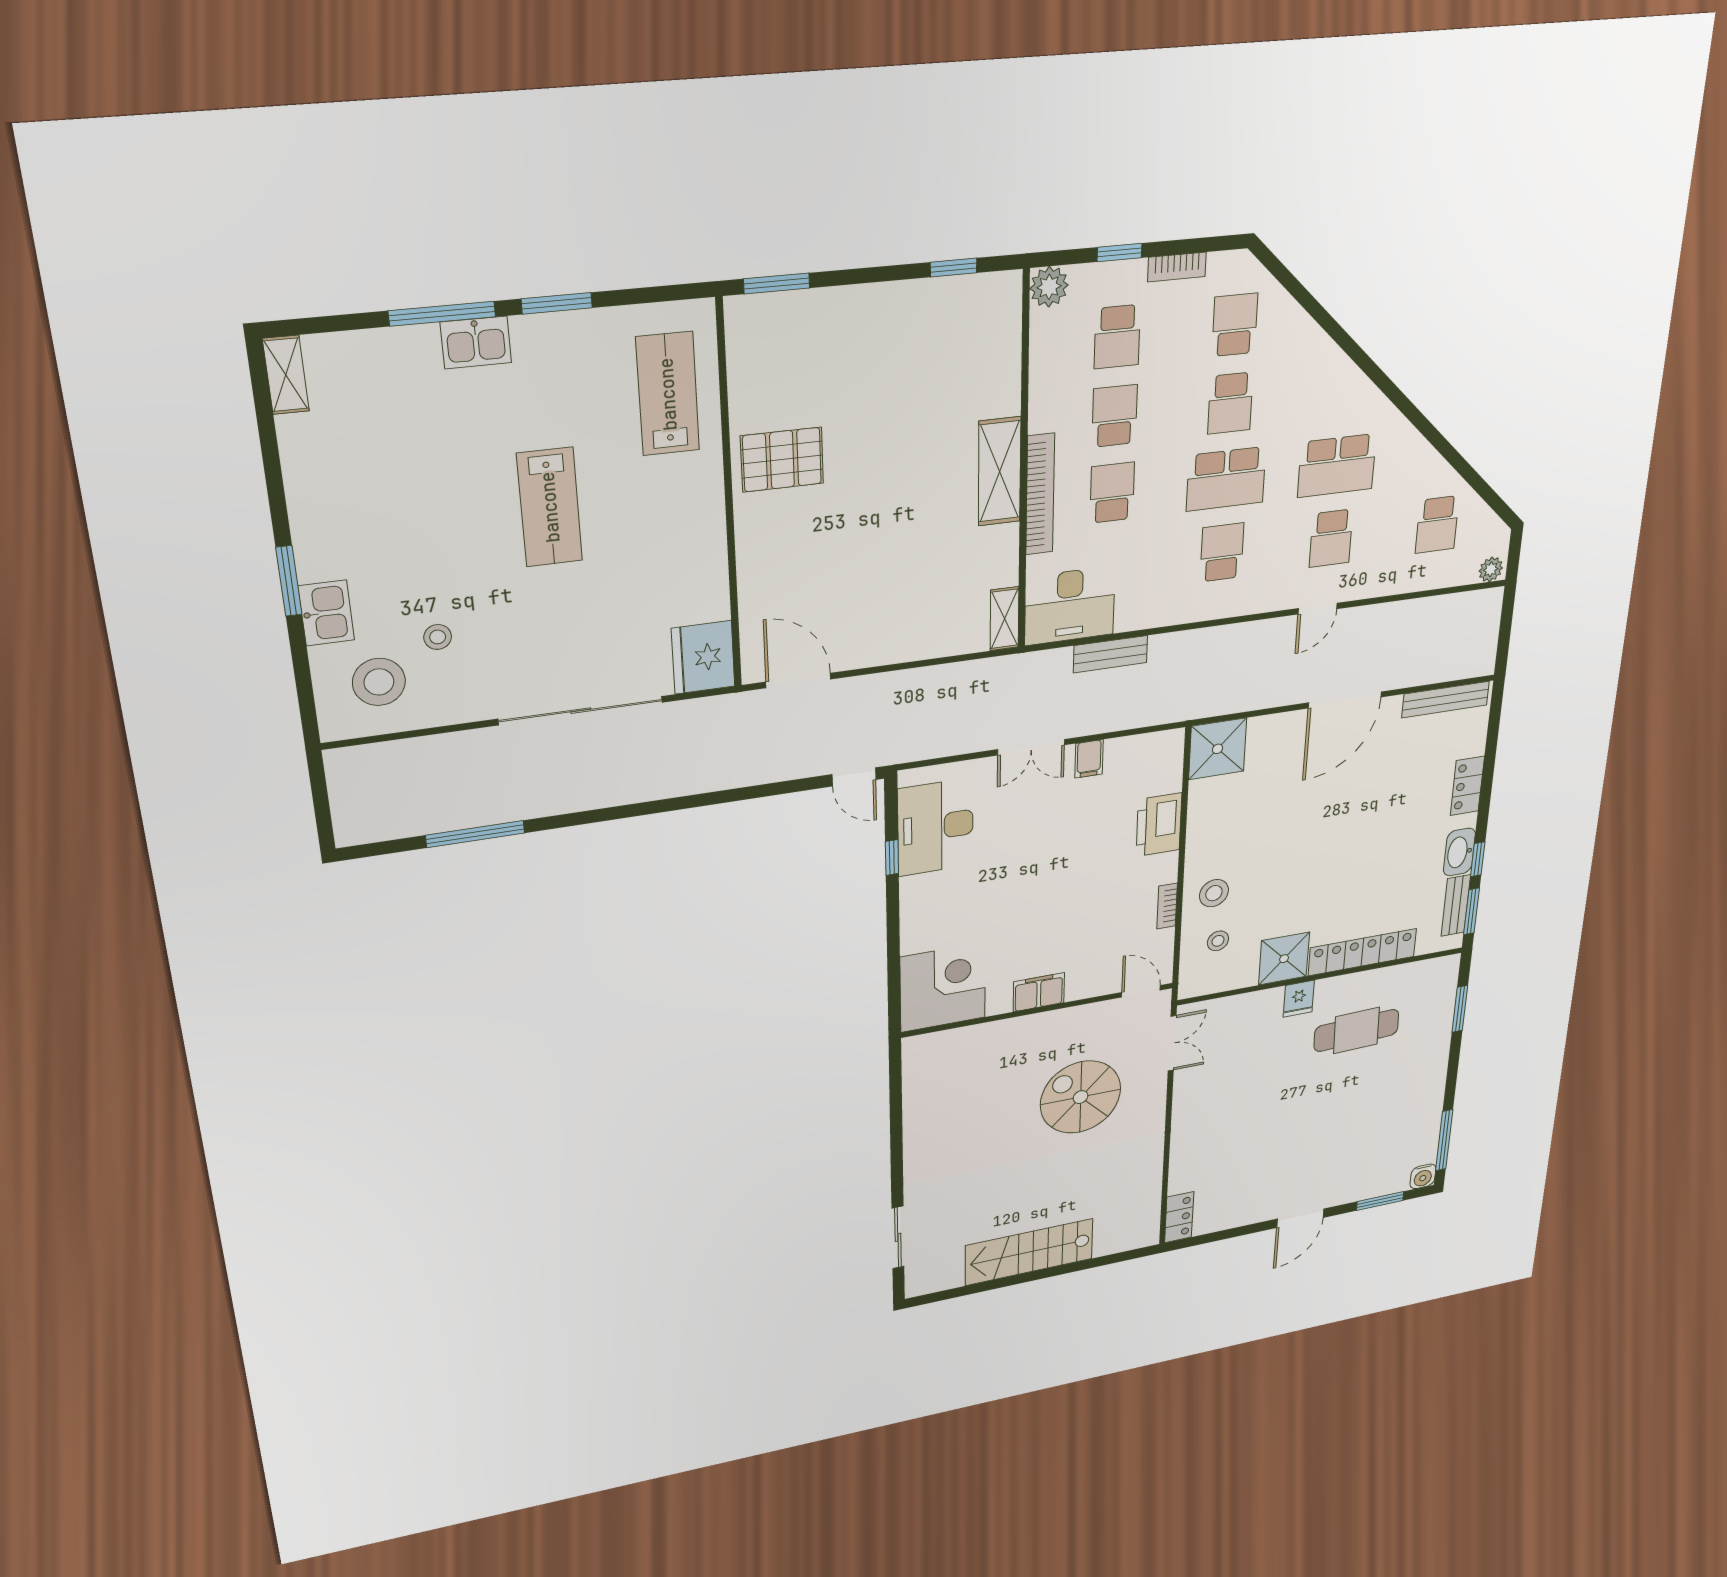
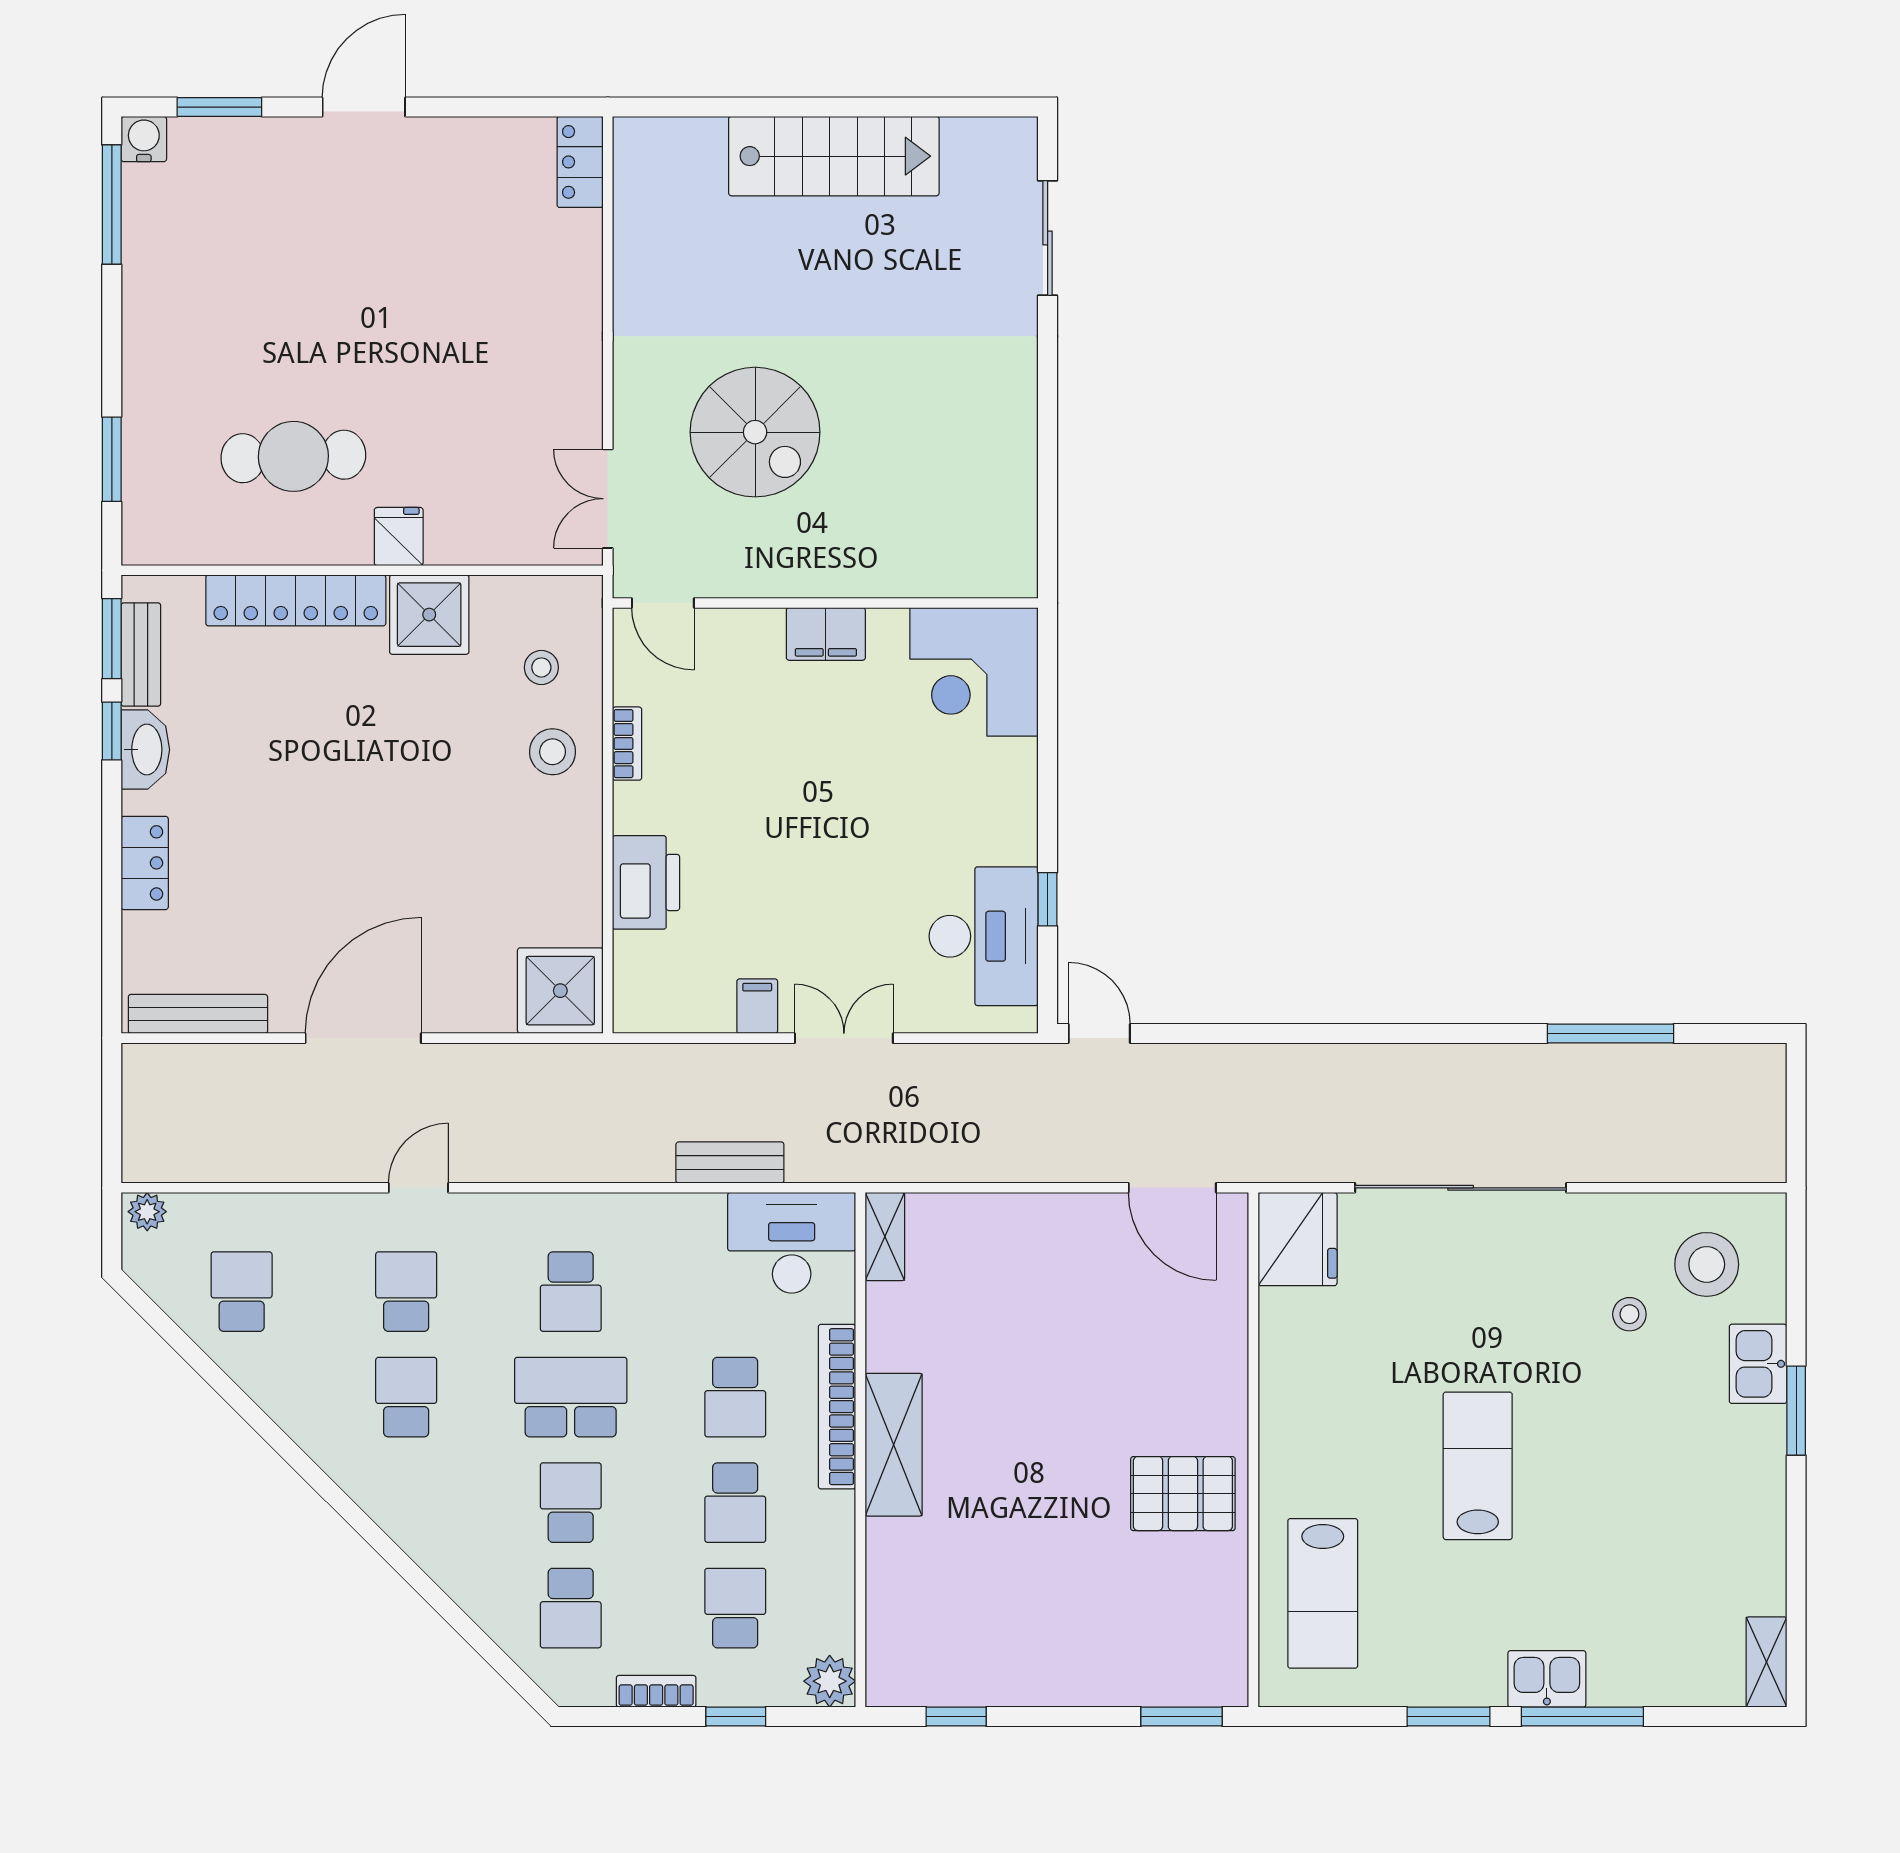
school desk: (1337, 466) -> (406, 1397), width x0.54

